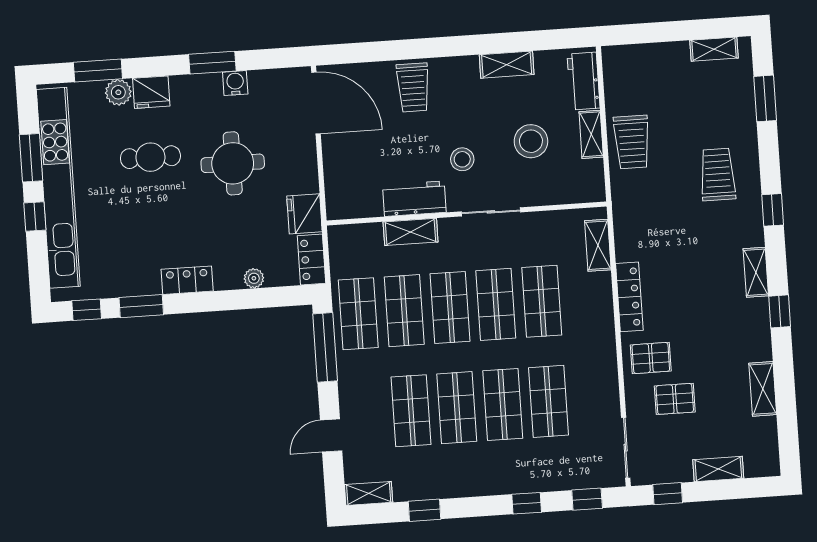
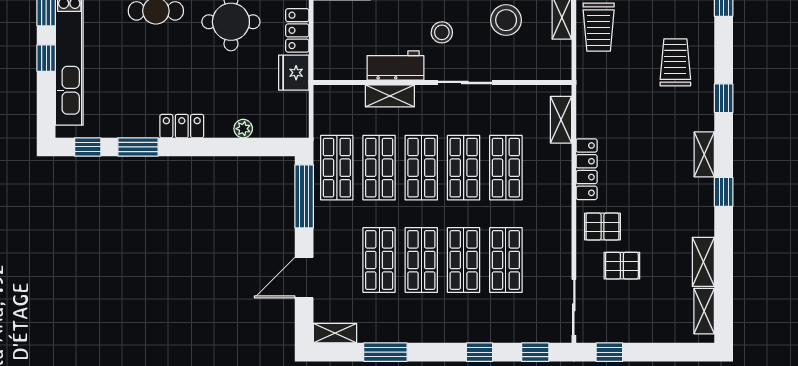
locker: (312, 260) -> (297, 30), moved
door: (331, 435) -> (304, 278), width x1.38
shelving: (718, 469) -> (704, 311), moved, turned 90
window: (425, 510) -> (385, 352), width x1.50

